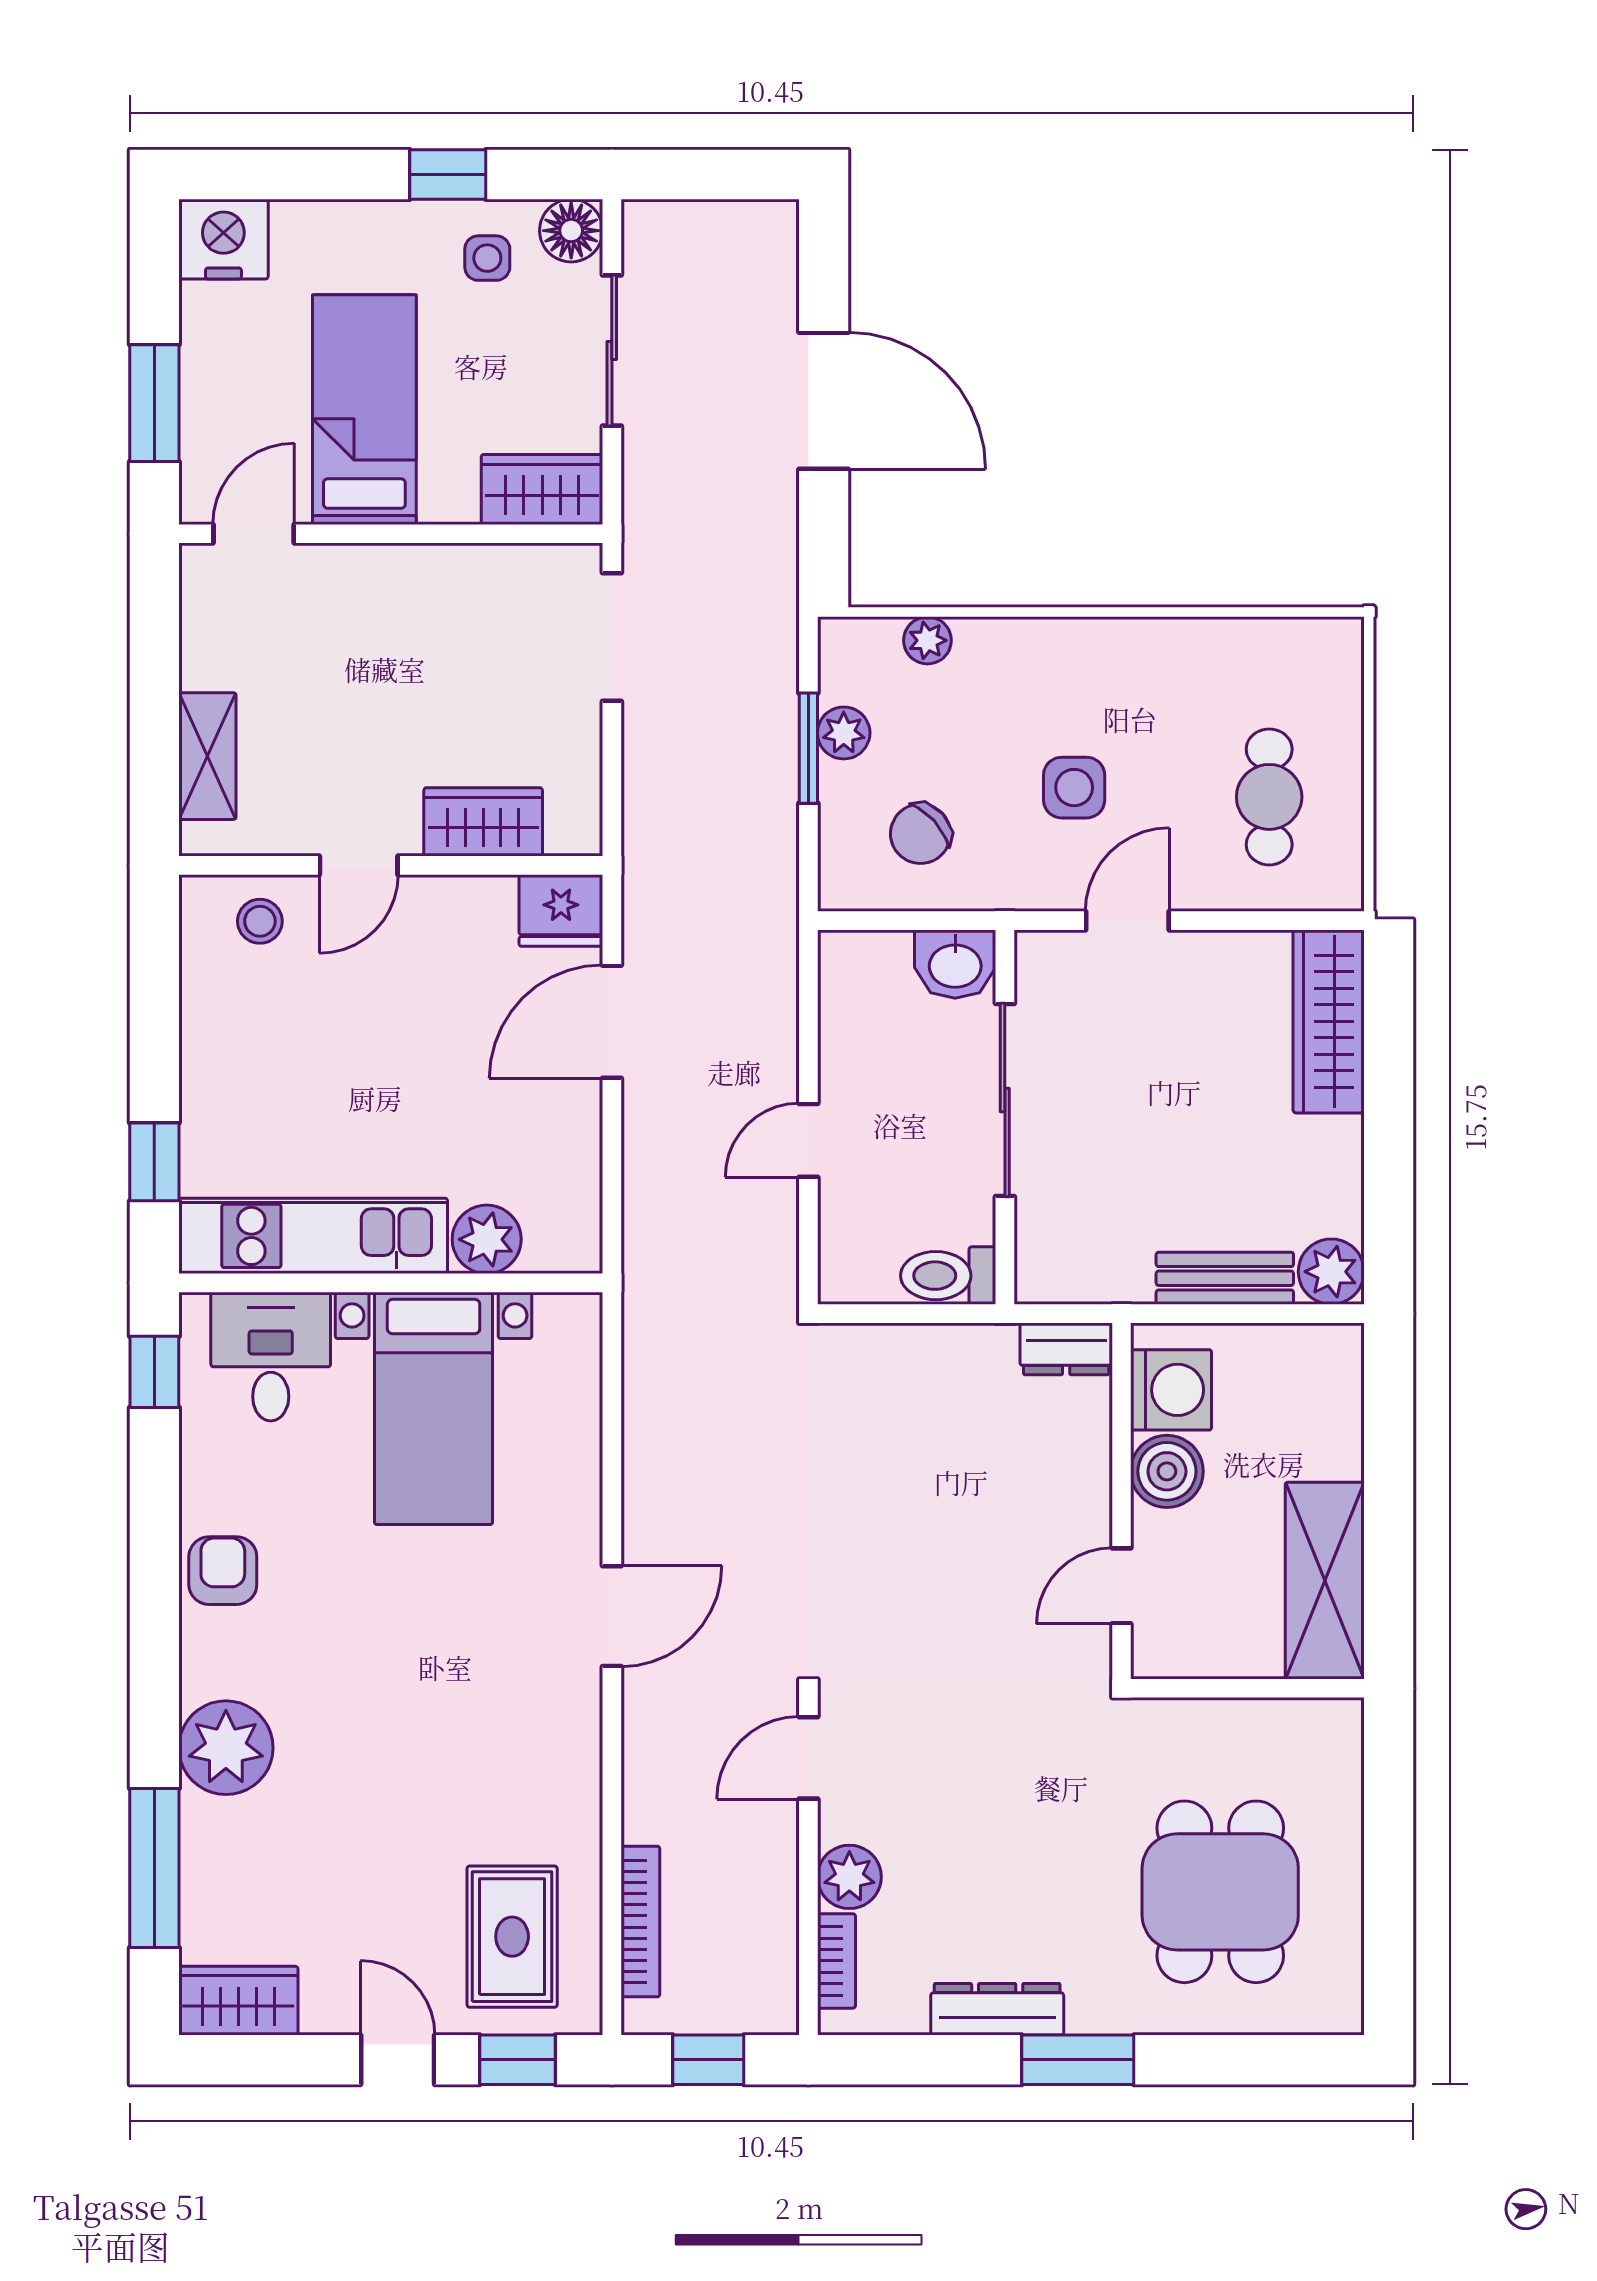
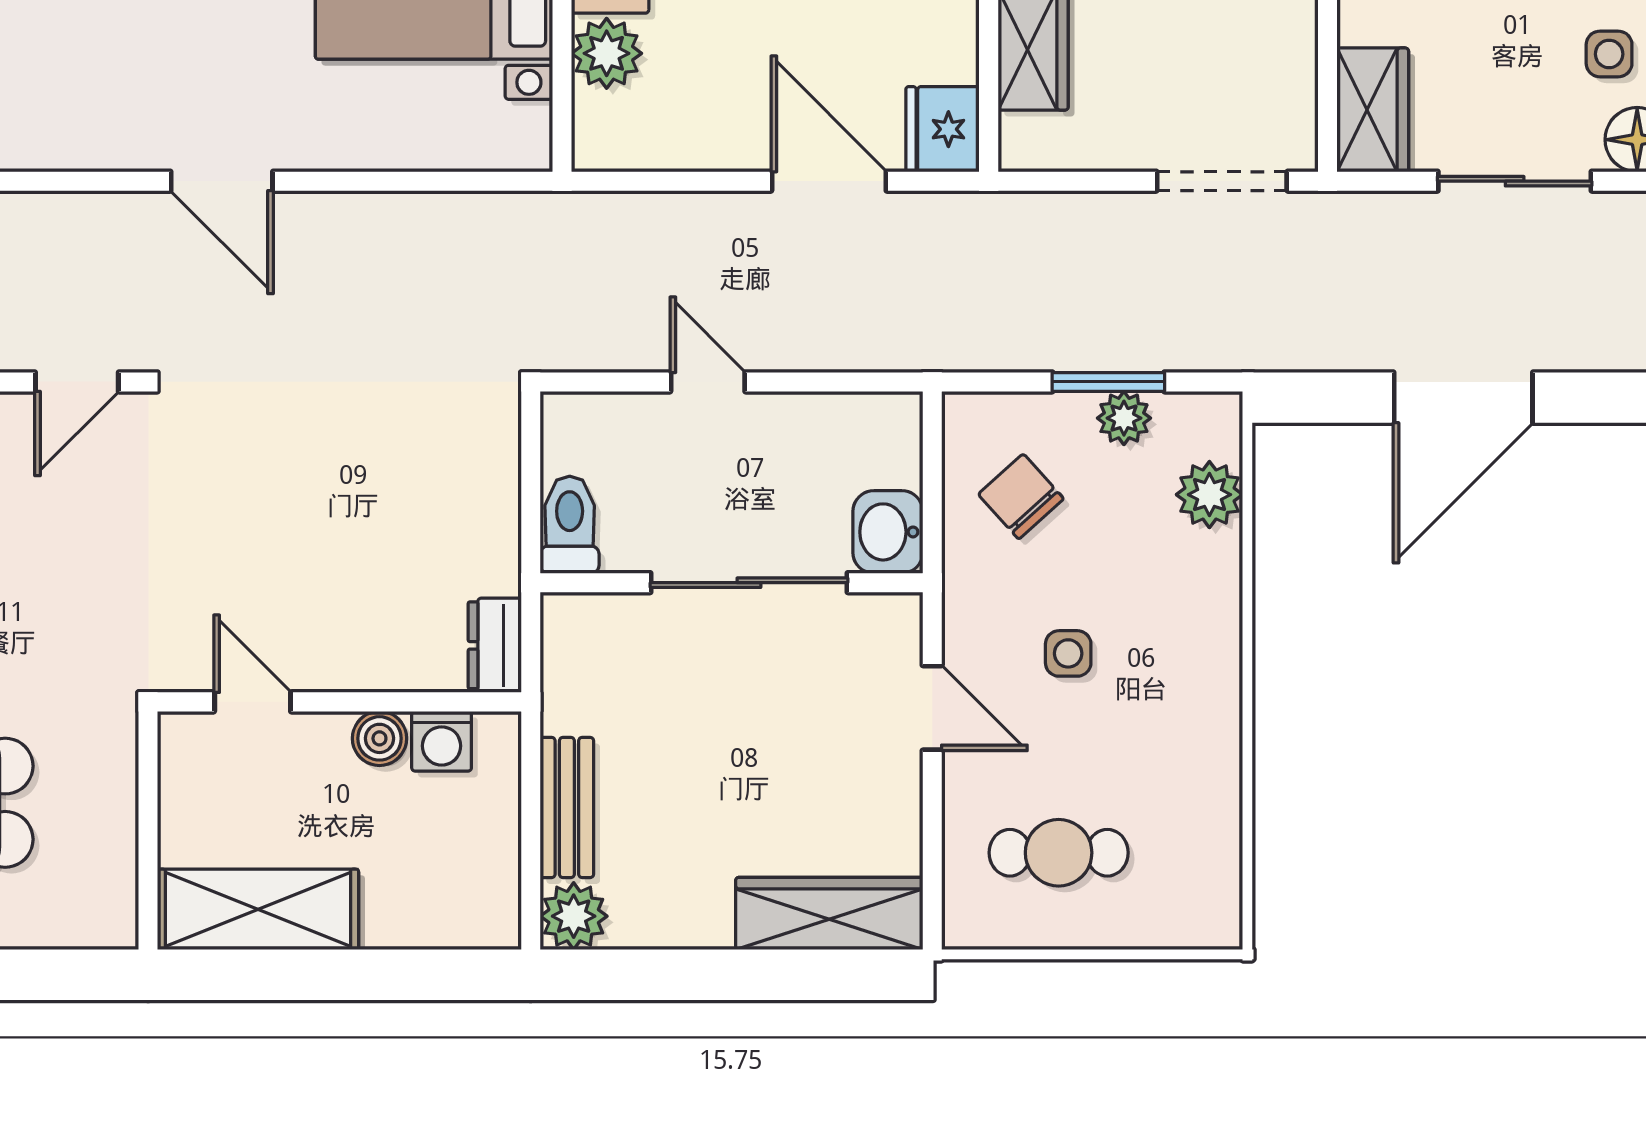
plant: (927, 640) -> (1209, 495), width x1.38, depth x1.38
side table: (1074, 788) -> (1068, 653), width x0.73, depth x0.73
washing machine: (1171, 1390) -> (442, 741), width x0.73, depth x0.73
boiler: (1167, 1471) -> (379, 738), width x0.73, depth x0.73
door: (808, 1758) -> (77, 382), swing flipped

